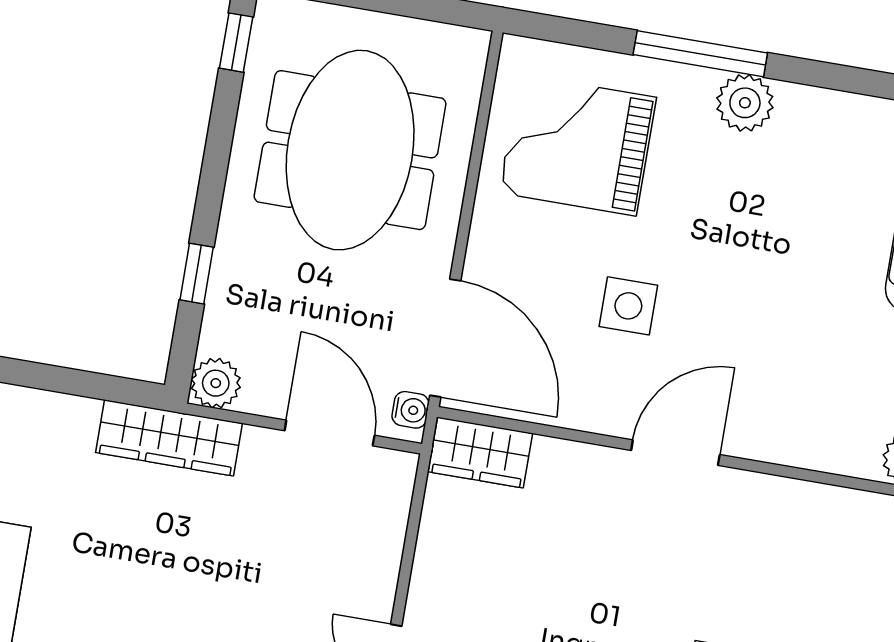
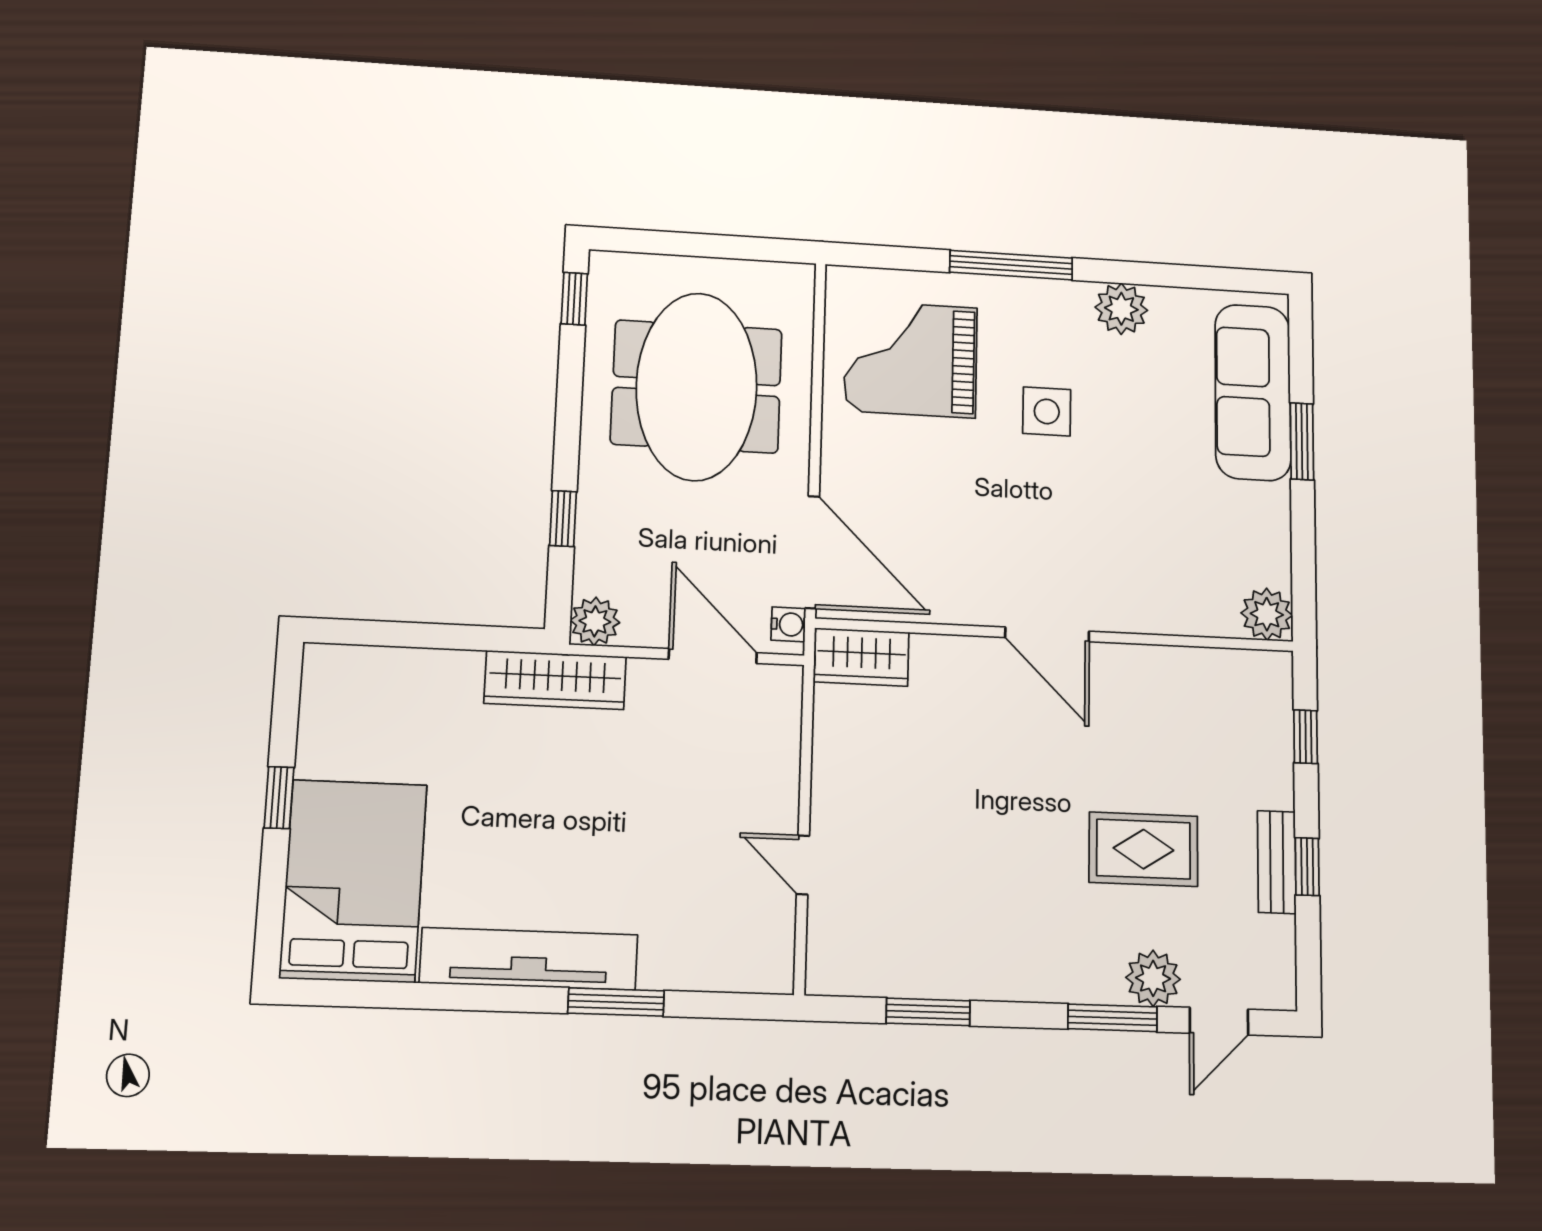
plant: (745, 103) -> (1121, 309), moved
side table: (628, 306) -> (1047, 411), moved
door: (675, 453) -> (1047, 634), swing flipped

